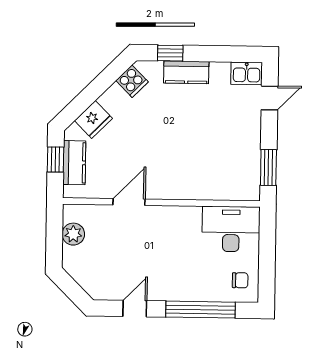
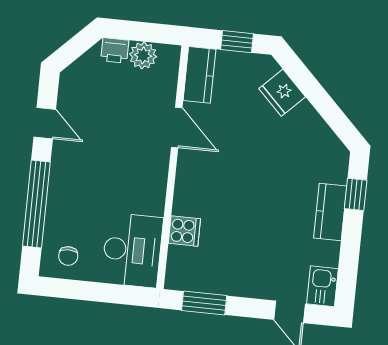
cooker: (132, 81) -> (184, 231), moved, turned -135
kitchen counter: (74, 163) -> (199, 75), moved, turned -90
printer: (71, 257) -> (115, 50), added

